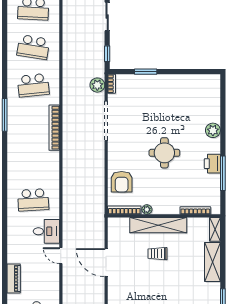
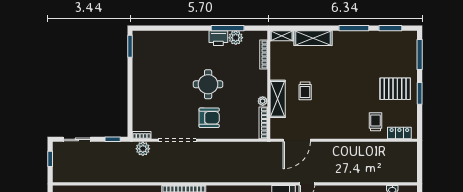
window: (146, 72) -> (130, 46), moved
plant: (213, 130) -> (236, 38), moved
armchair: (122, 182) -> (209, 118), moved
shelving: (158, 225) -> (278, 99), width x0.68
door: (106, 263) -> (297, 140), moved

